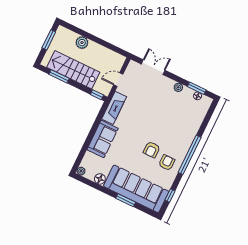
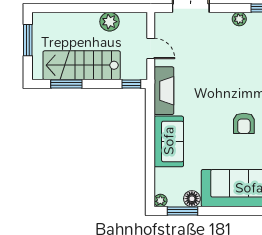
plant: (82, 43) -> (110, 22), moved
door: (118, 80) -> (151, 48), swing flipped
window: (126, 200) -> (183, 211), moved

